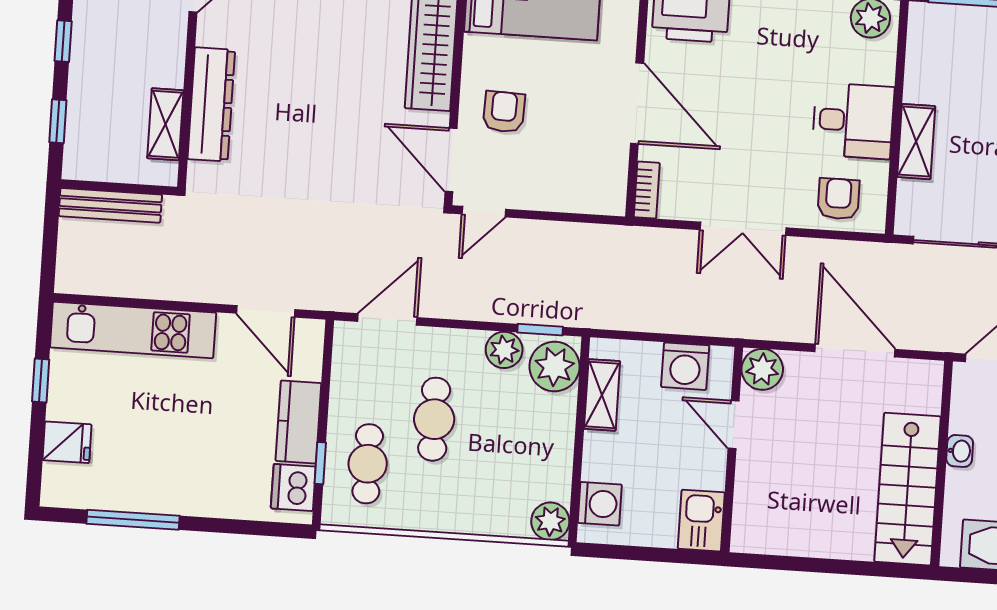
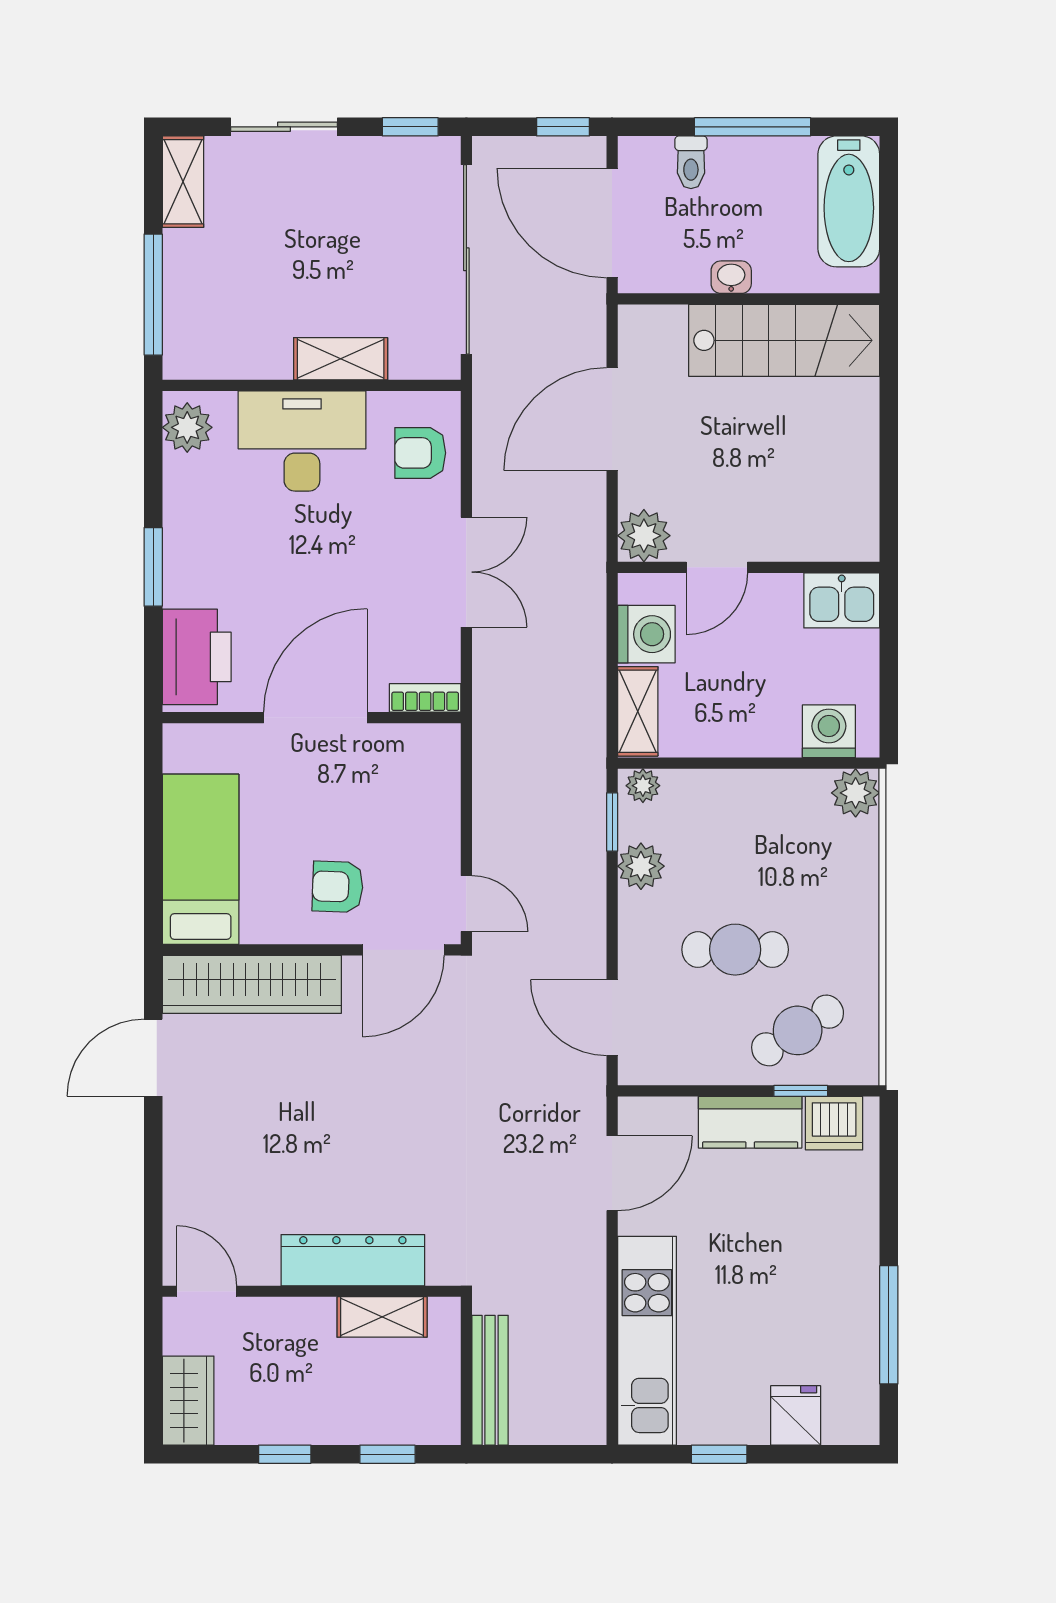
desk: (853, 121) -> (302, 441), width x1.37
plant: (555, 366) -> (643, 786), width x0.53, depth x0.53
shelving: (602, 395) -> (638, 711), moved, turned 90
cafe table: (368, 464) -> (798, 1030), turned -32

